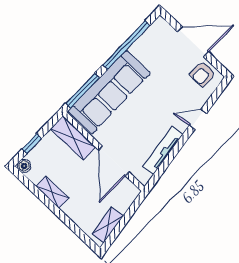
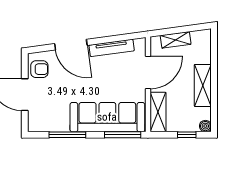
window: (126, 45) -> (67, 135), width x0.68
door: (198, 119) -> (71, 45), width x1.87
shelving: (52, 192) -> (203, 85), width x1.50, depth x1.33
shelving: (108, 225) -> (176, 40), moved

